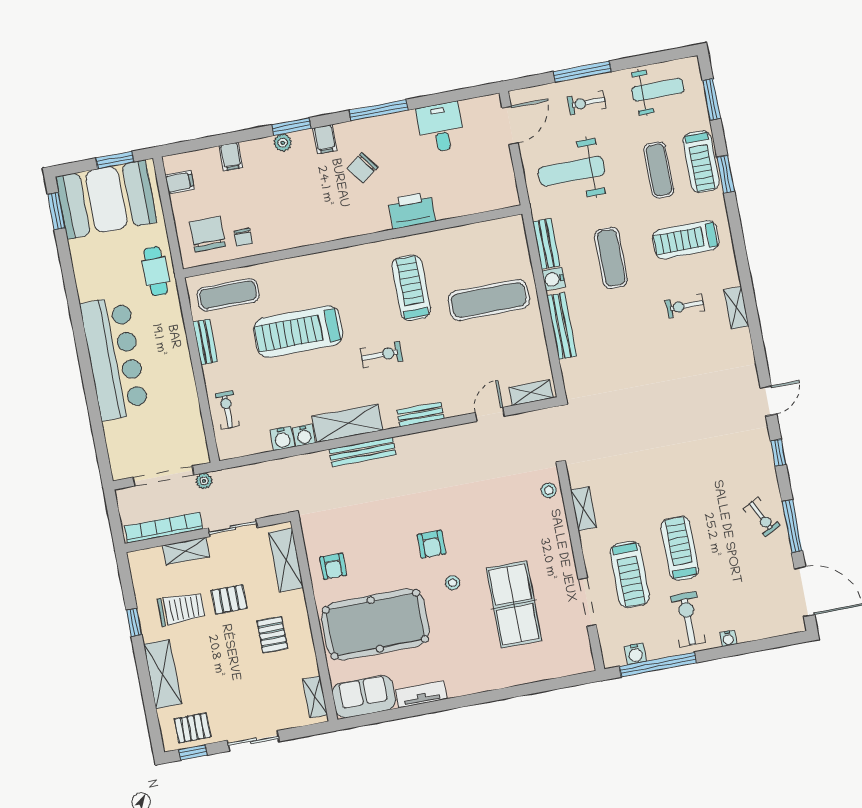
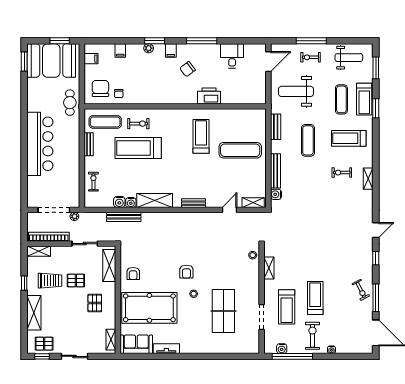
water cooler: (554, 279) -> (276, 194), moved
exercise bike: (381, 355) -> (138, 124), moved
bench: (362, 452) -> (124, 217), moved
shelving: (186, 551) -> (39, 251), moved

